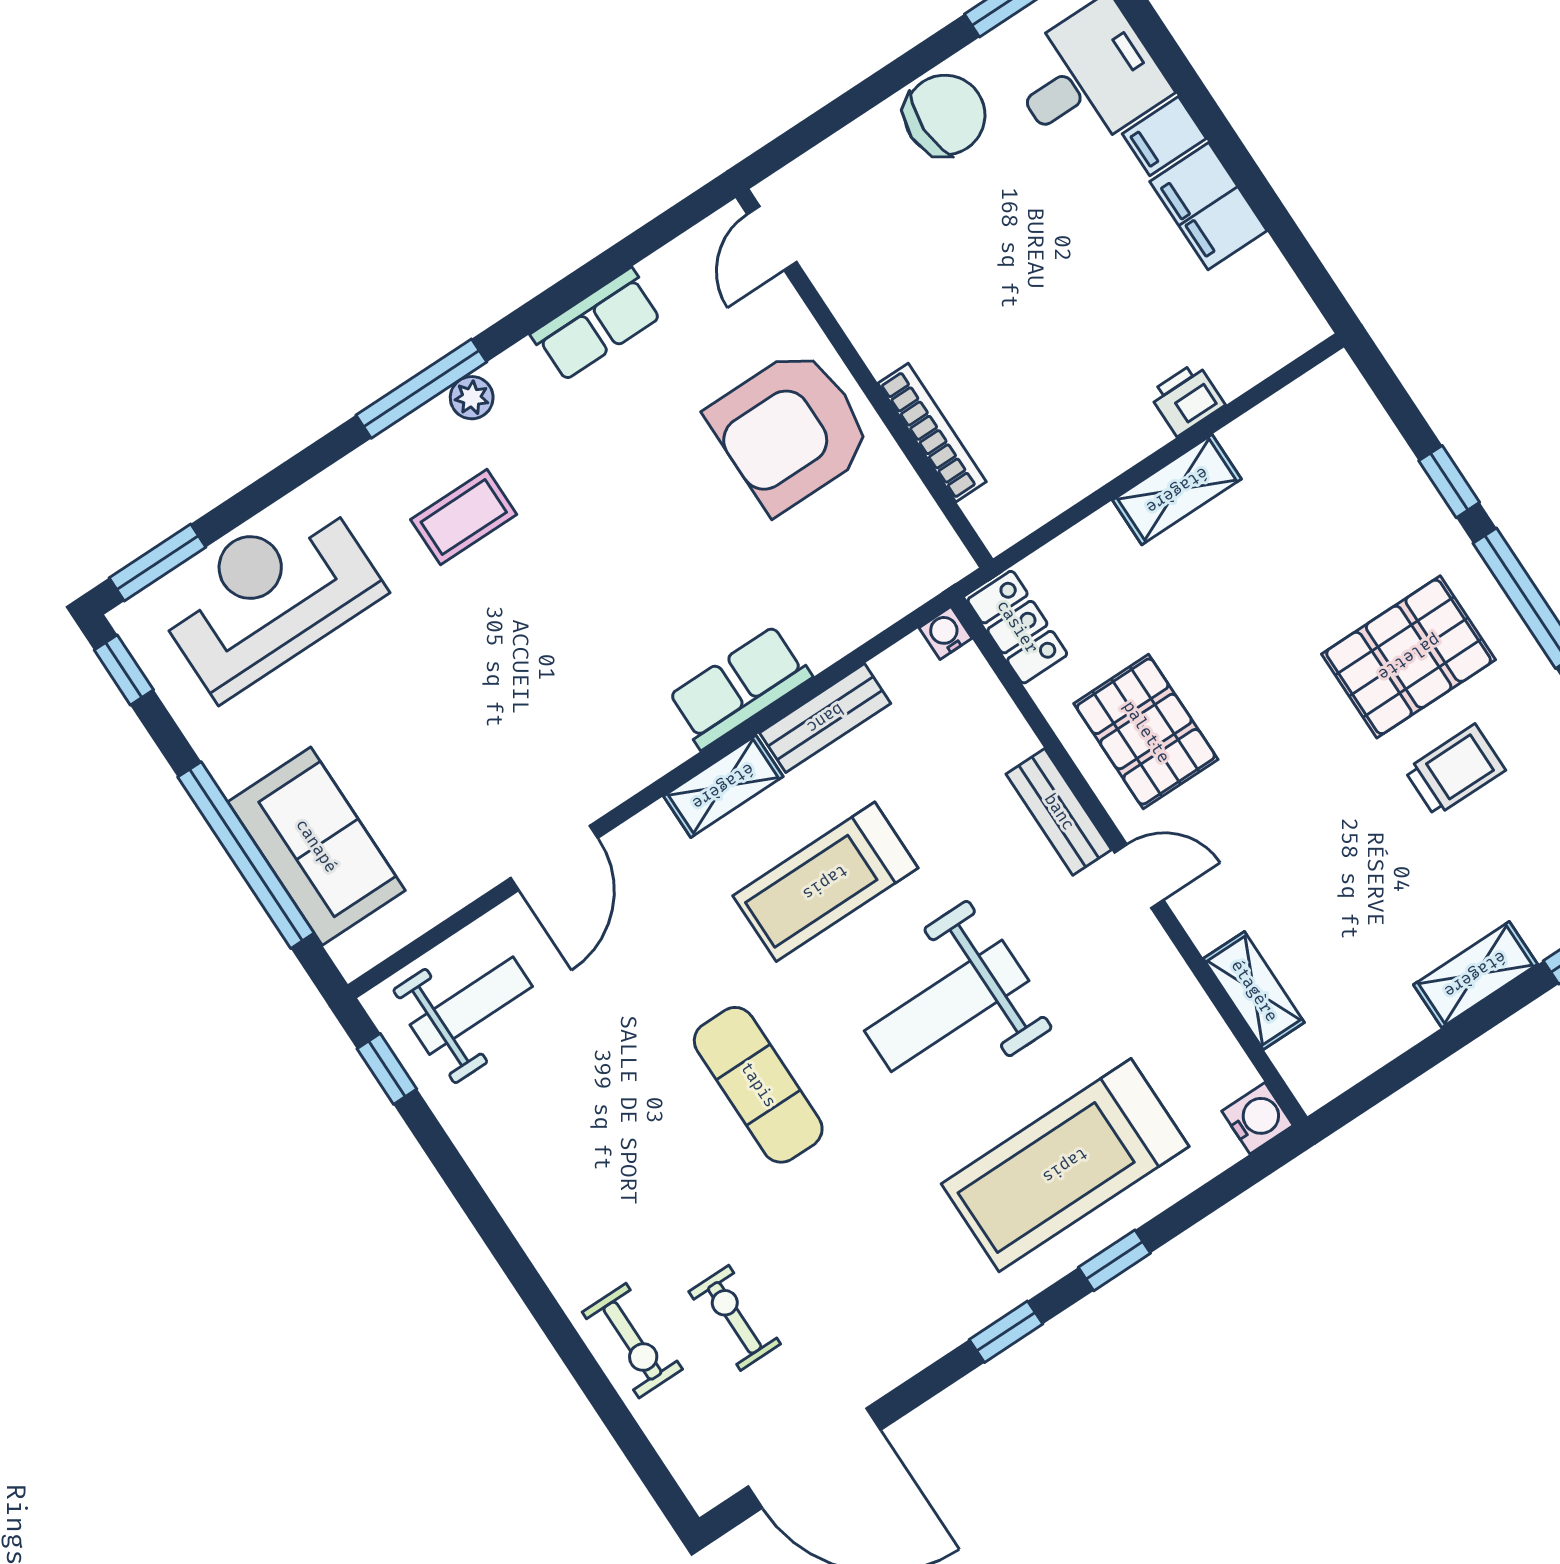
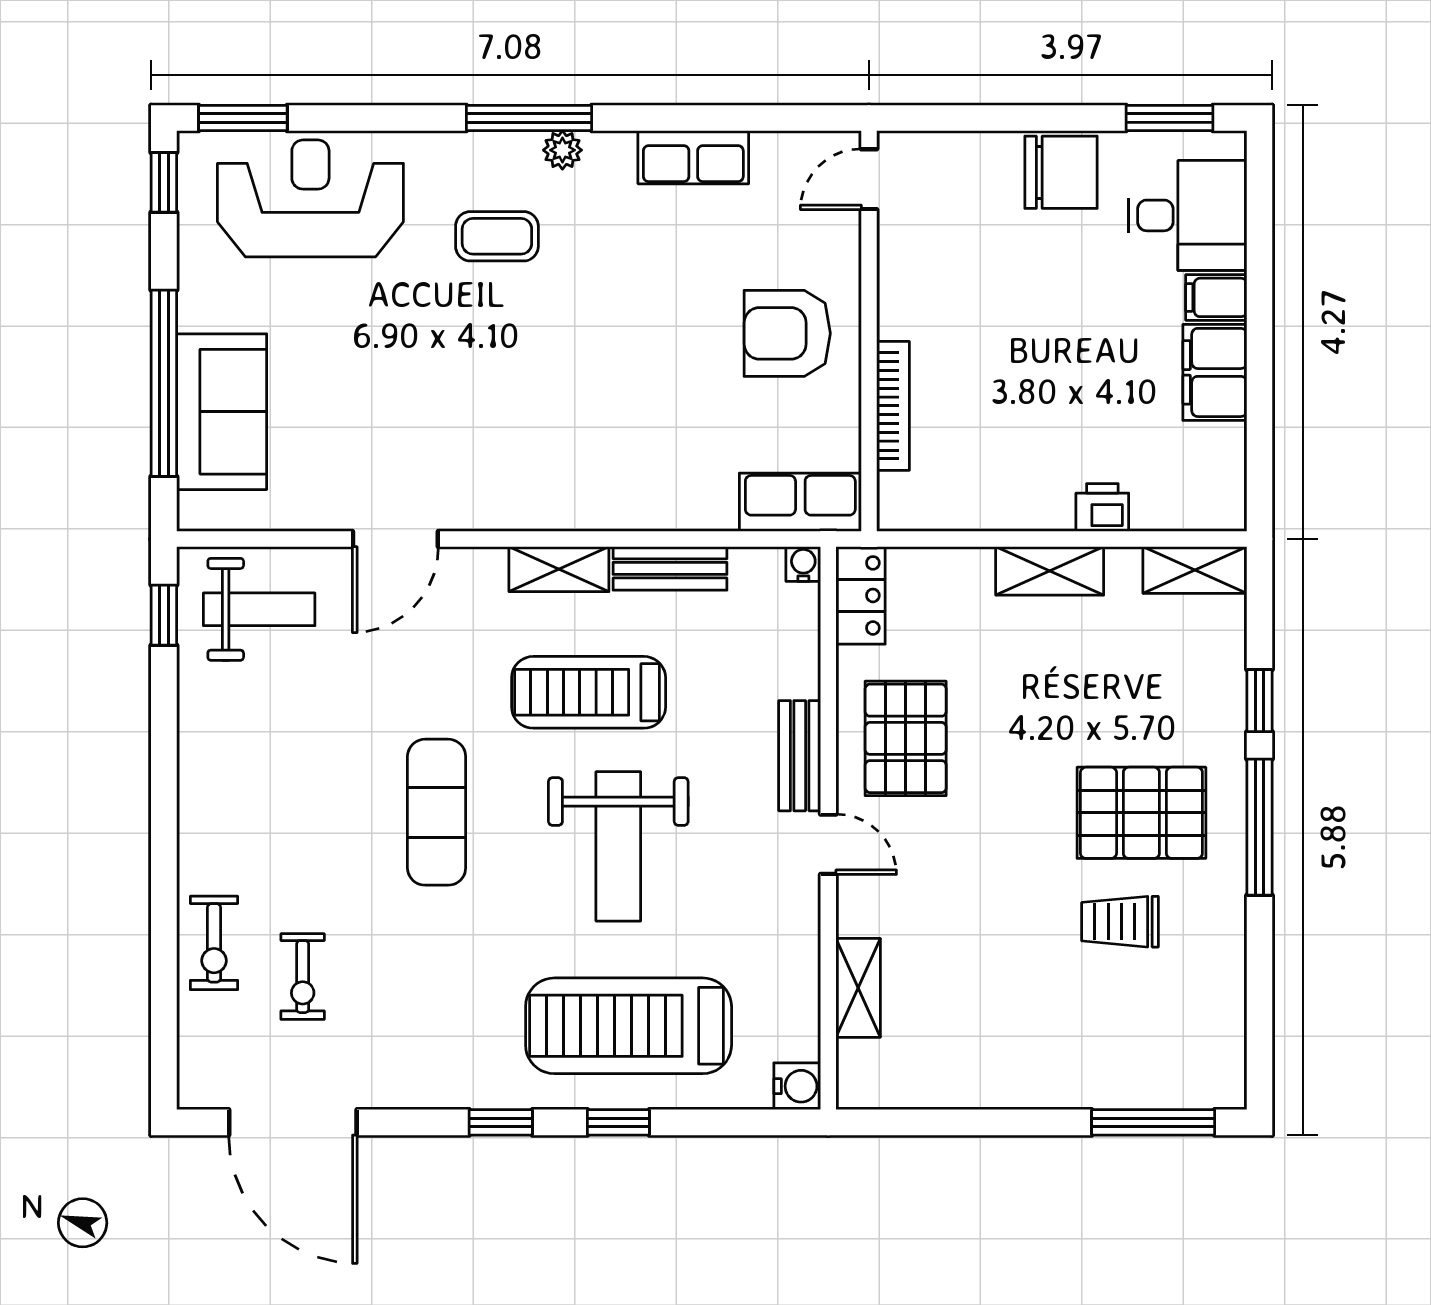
armchair: (790, 430) -> (787, 333), width x0.73, depth x0.73
row of seats: (739, 687) -> (800, 502), moved
trolley: (1455, 770) -> (1120, 922), turned 180
shelving: (1475, 974) -> (1195, 570), moved
weight bench: (947, 1006) -> (618, 846), turned -90
exercise bike: (735, 1318) -> (303, 977), turned 180

